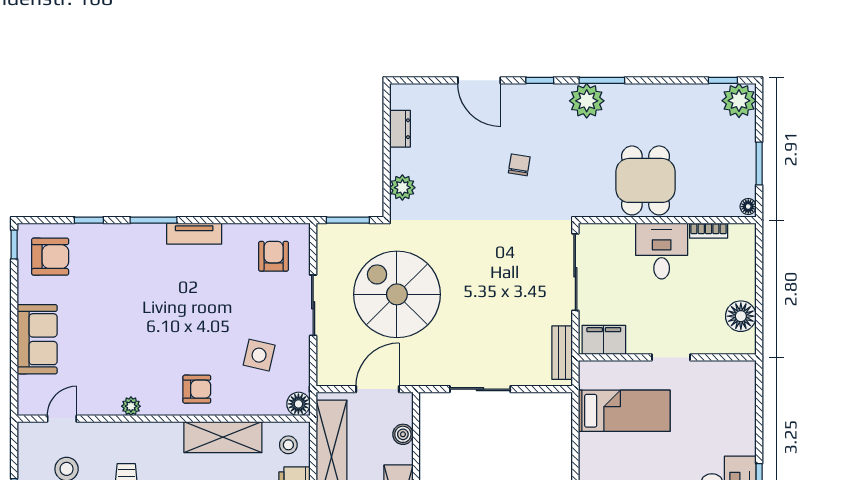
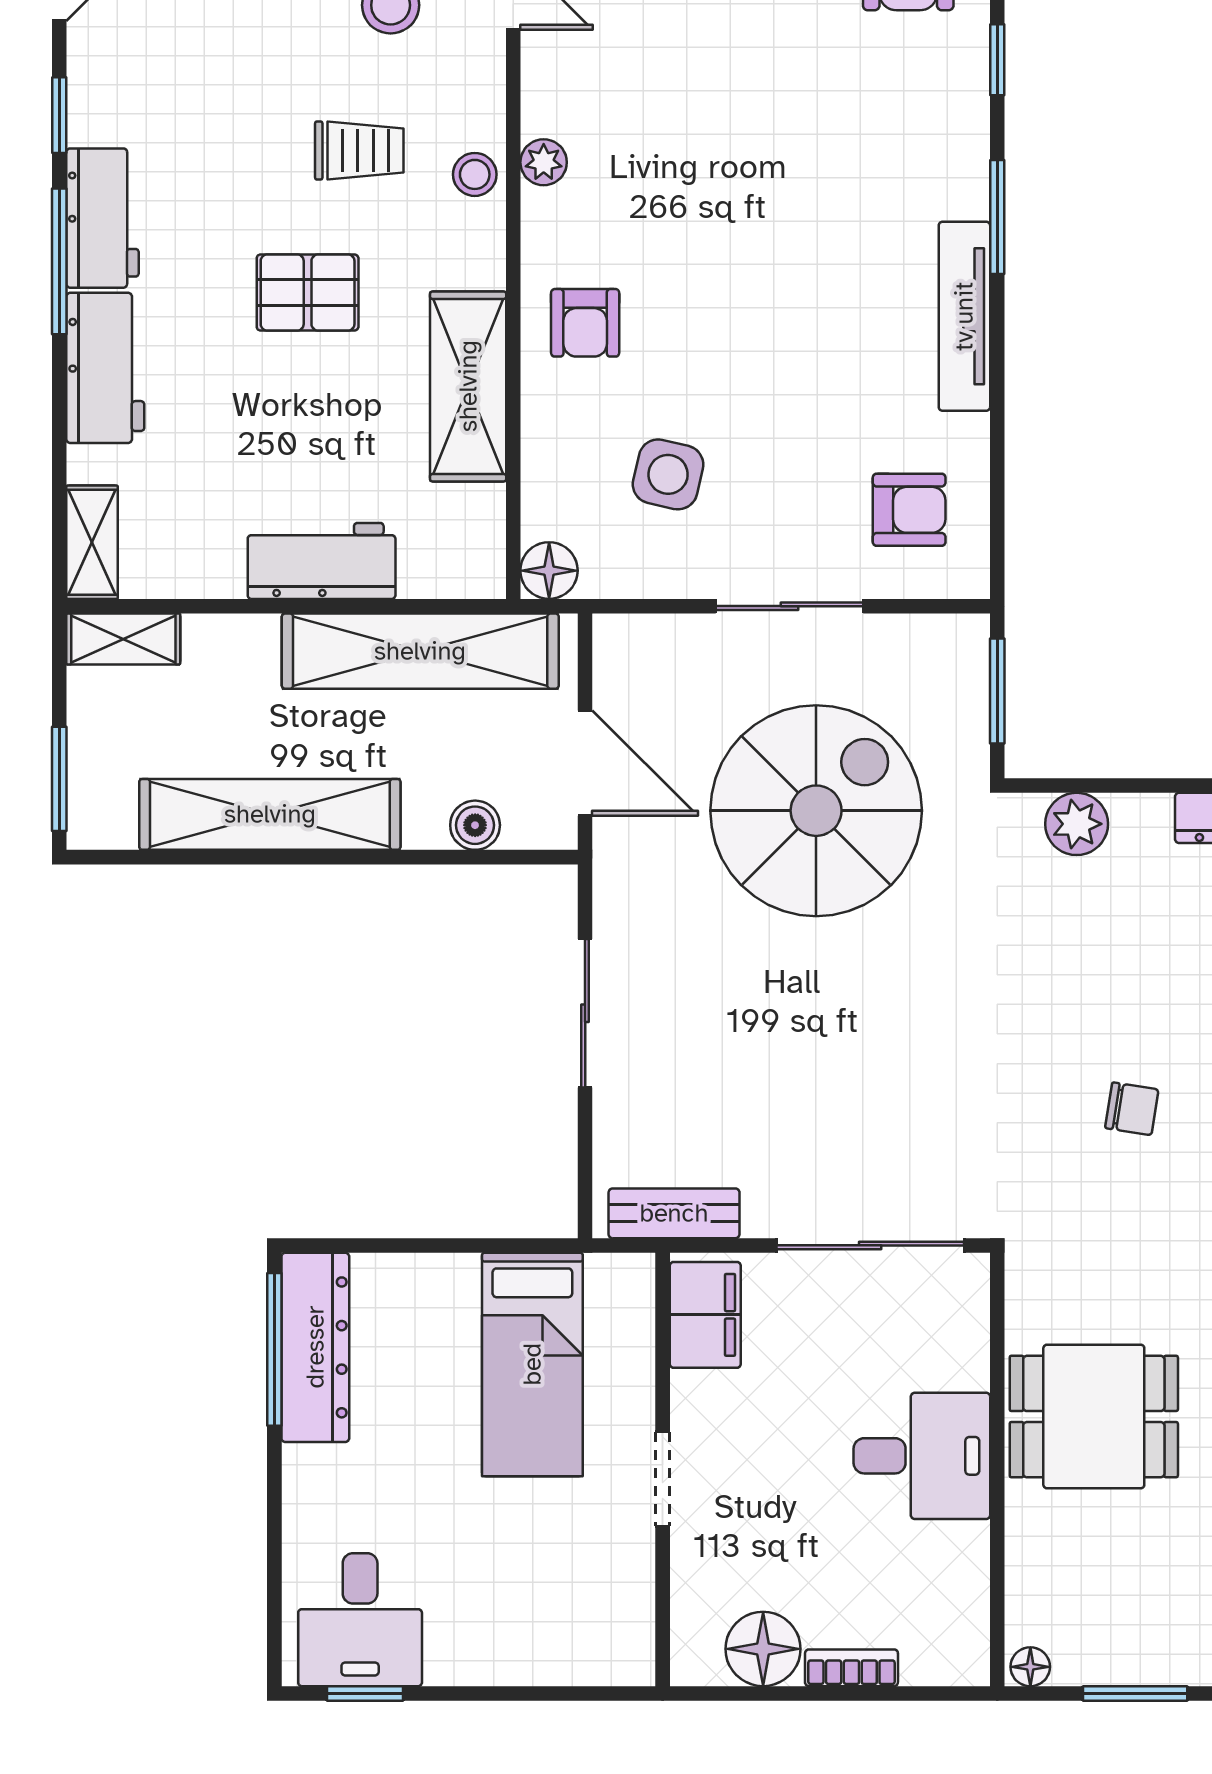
bookcase: (709, 231) -> (851, 1668), moved, turned 90
tv unit: (194, 234) -> (964, 316), width x1.41
stool: (288, 445) -> (475, 174), moved

